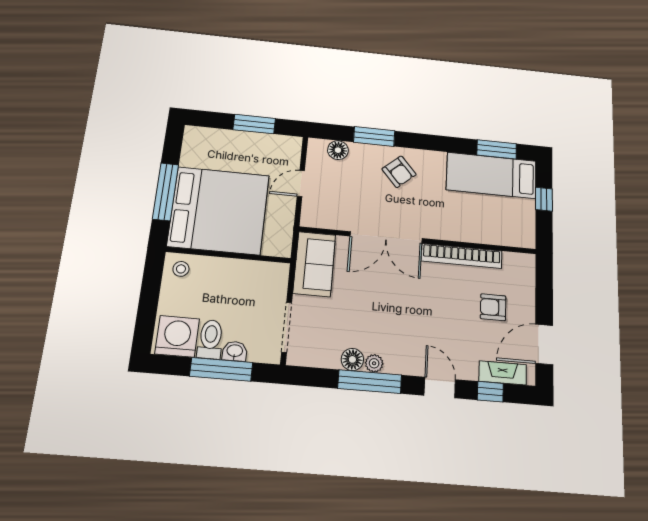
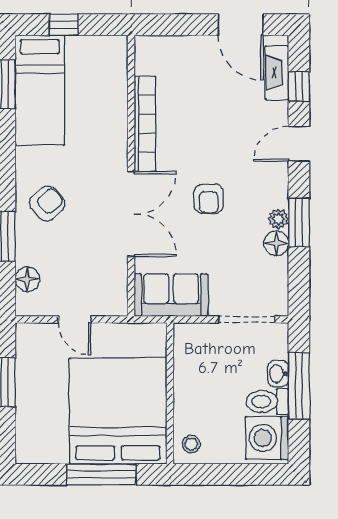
armchair: (493, 307) -> (209, 199), moved
window: (370, 382) -> (299, 222), width x0.69

